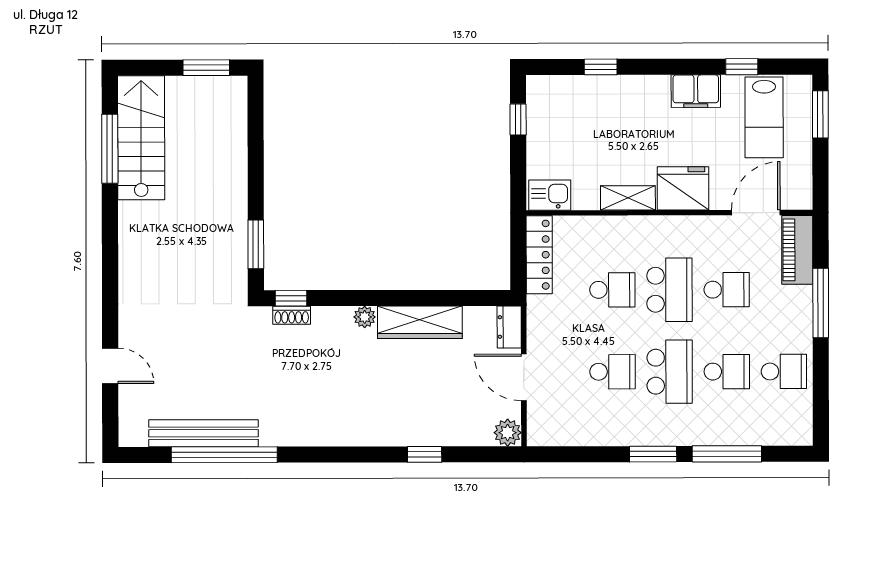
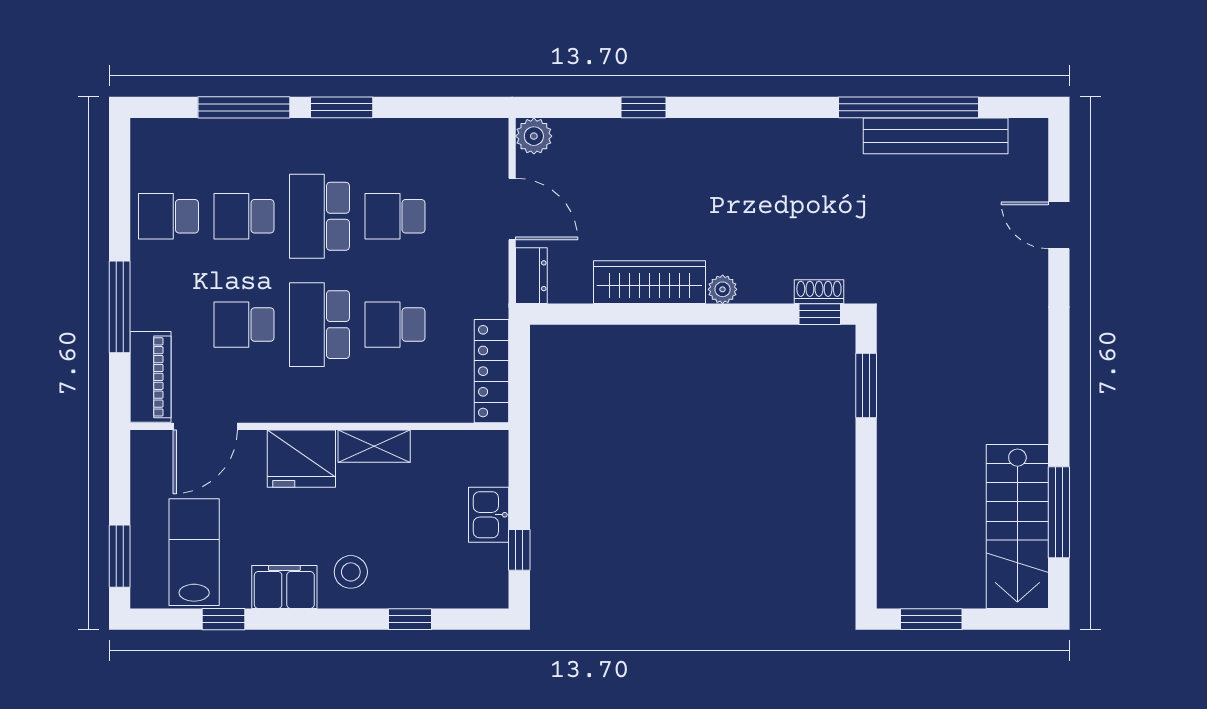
stool: (645, 103) -> (351, 572), added
kitchen sink: (550, 195) -> (489, 515), moved, turned 90

